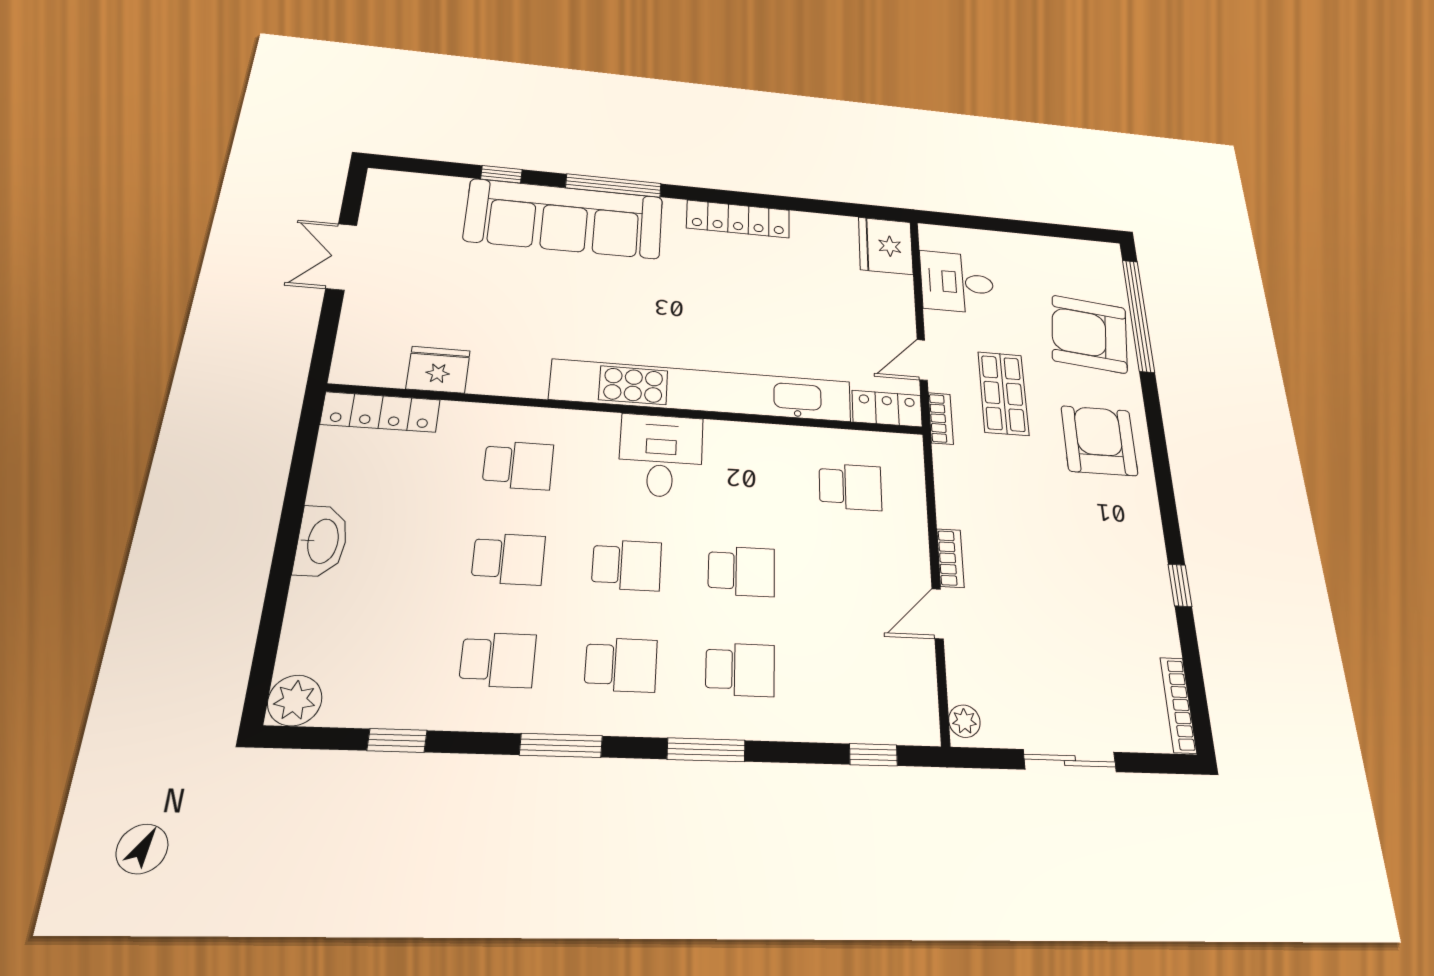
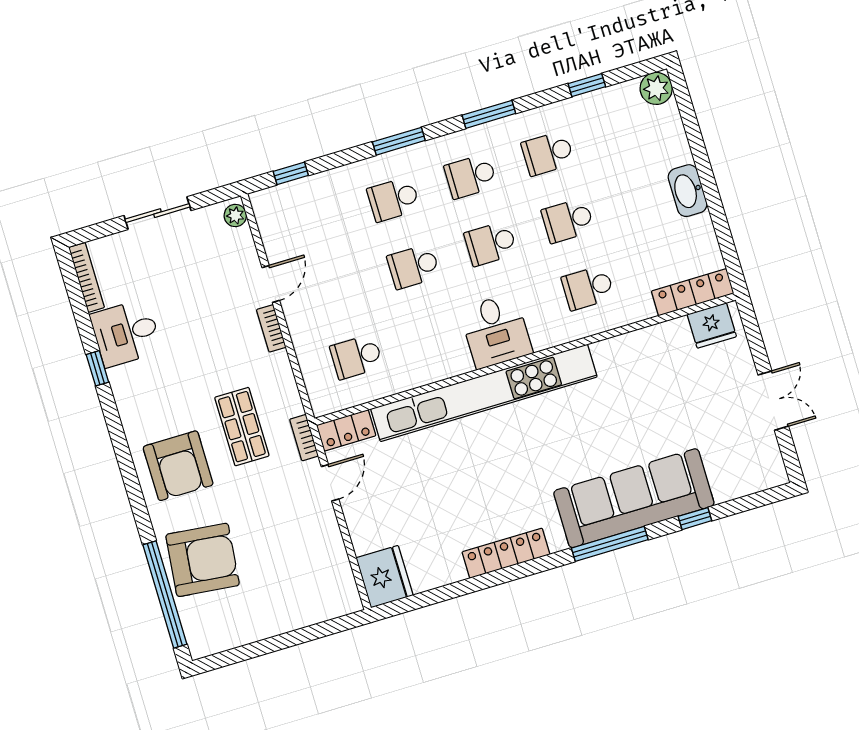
desk: (957, 282) -> (126, 333), moved, turned 180
fridge: (438, 370) -> (712, 326), moved
shop shelf: (1003, 393) -> (242, 427), moved

